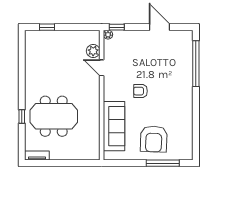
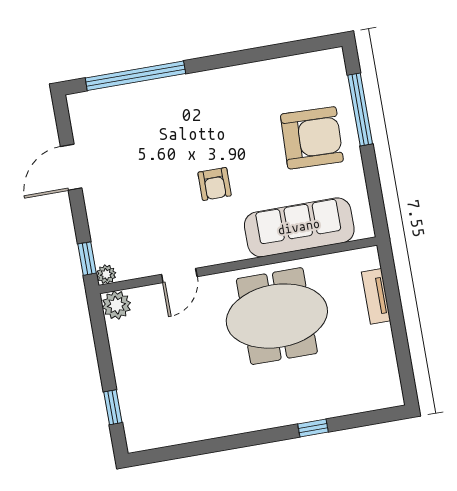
plant: (93, 51) -> (116, 305), moved
meeting table: (54, 116) -> (277, 316), moved, turned 90
tv unit: (37, 156) -> (376, 296), moved

